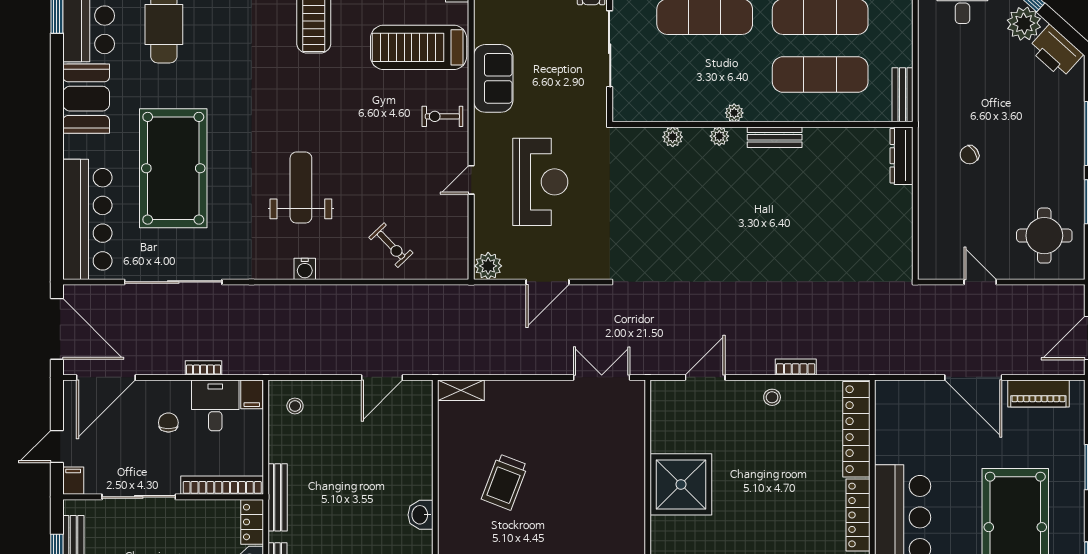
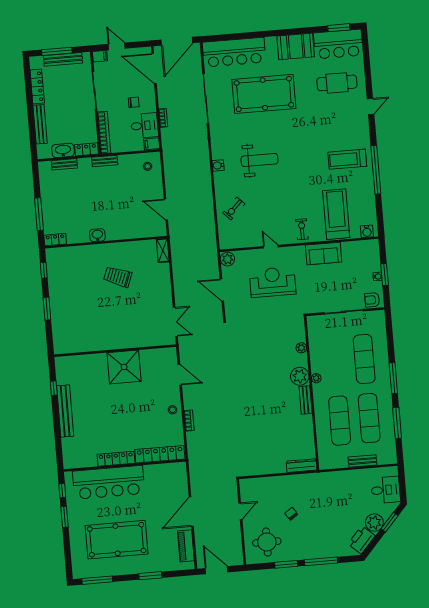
bench: (903, 95) -> (362, 461), moved
plant: (719, 136) -> (300, 376), width x1.87, depth x1.87
chair: (969, 155) -> (291, 514), moved
reception desk: (540, 182) -> (273, 282), turned 180
bench: (278, 497) -> (105, 161), width x0.73

